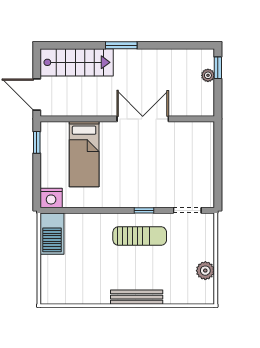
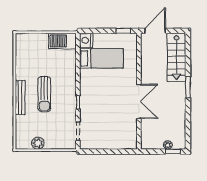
bed: (84, 154) -> (101, 58), moved, turned 180
sun lounger: (140, 236) -> (44, 94), moved

